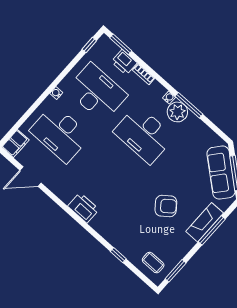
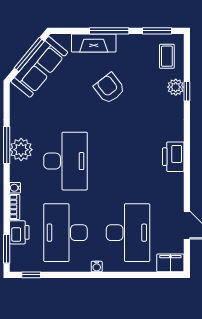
water cooler: (169, 97) -> (15, 188), moved
window: (212, 230) -> (109, 31), moved
plant: (128, 250) -> (176, 87), added

